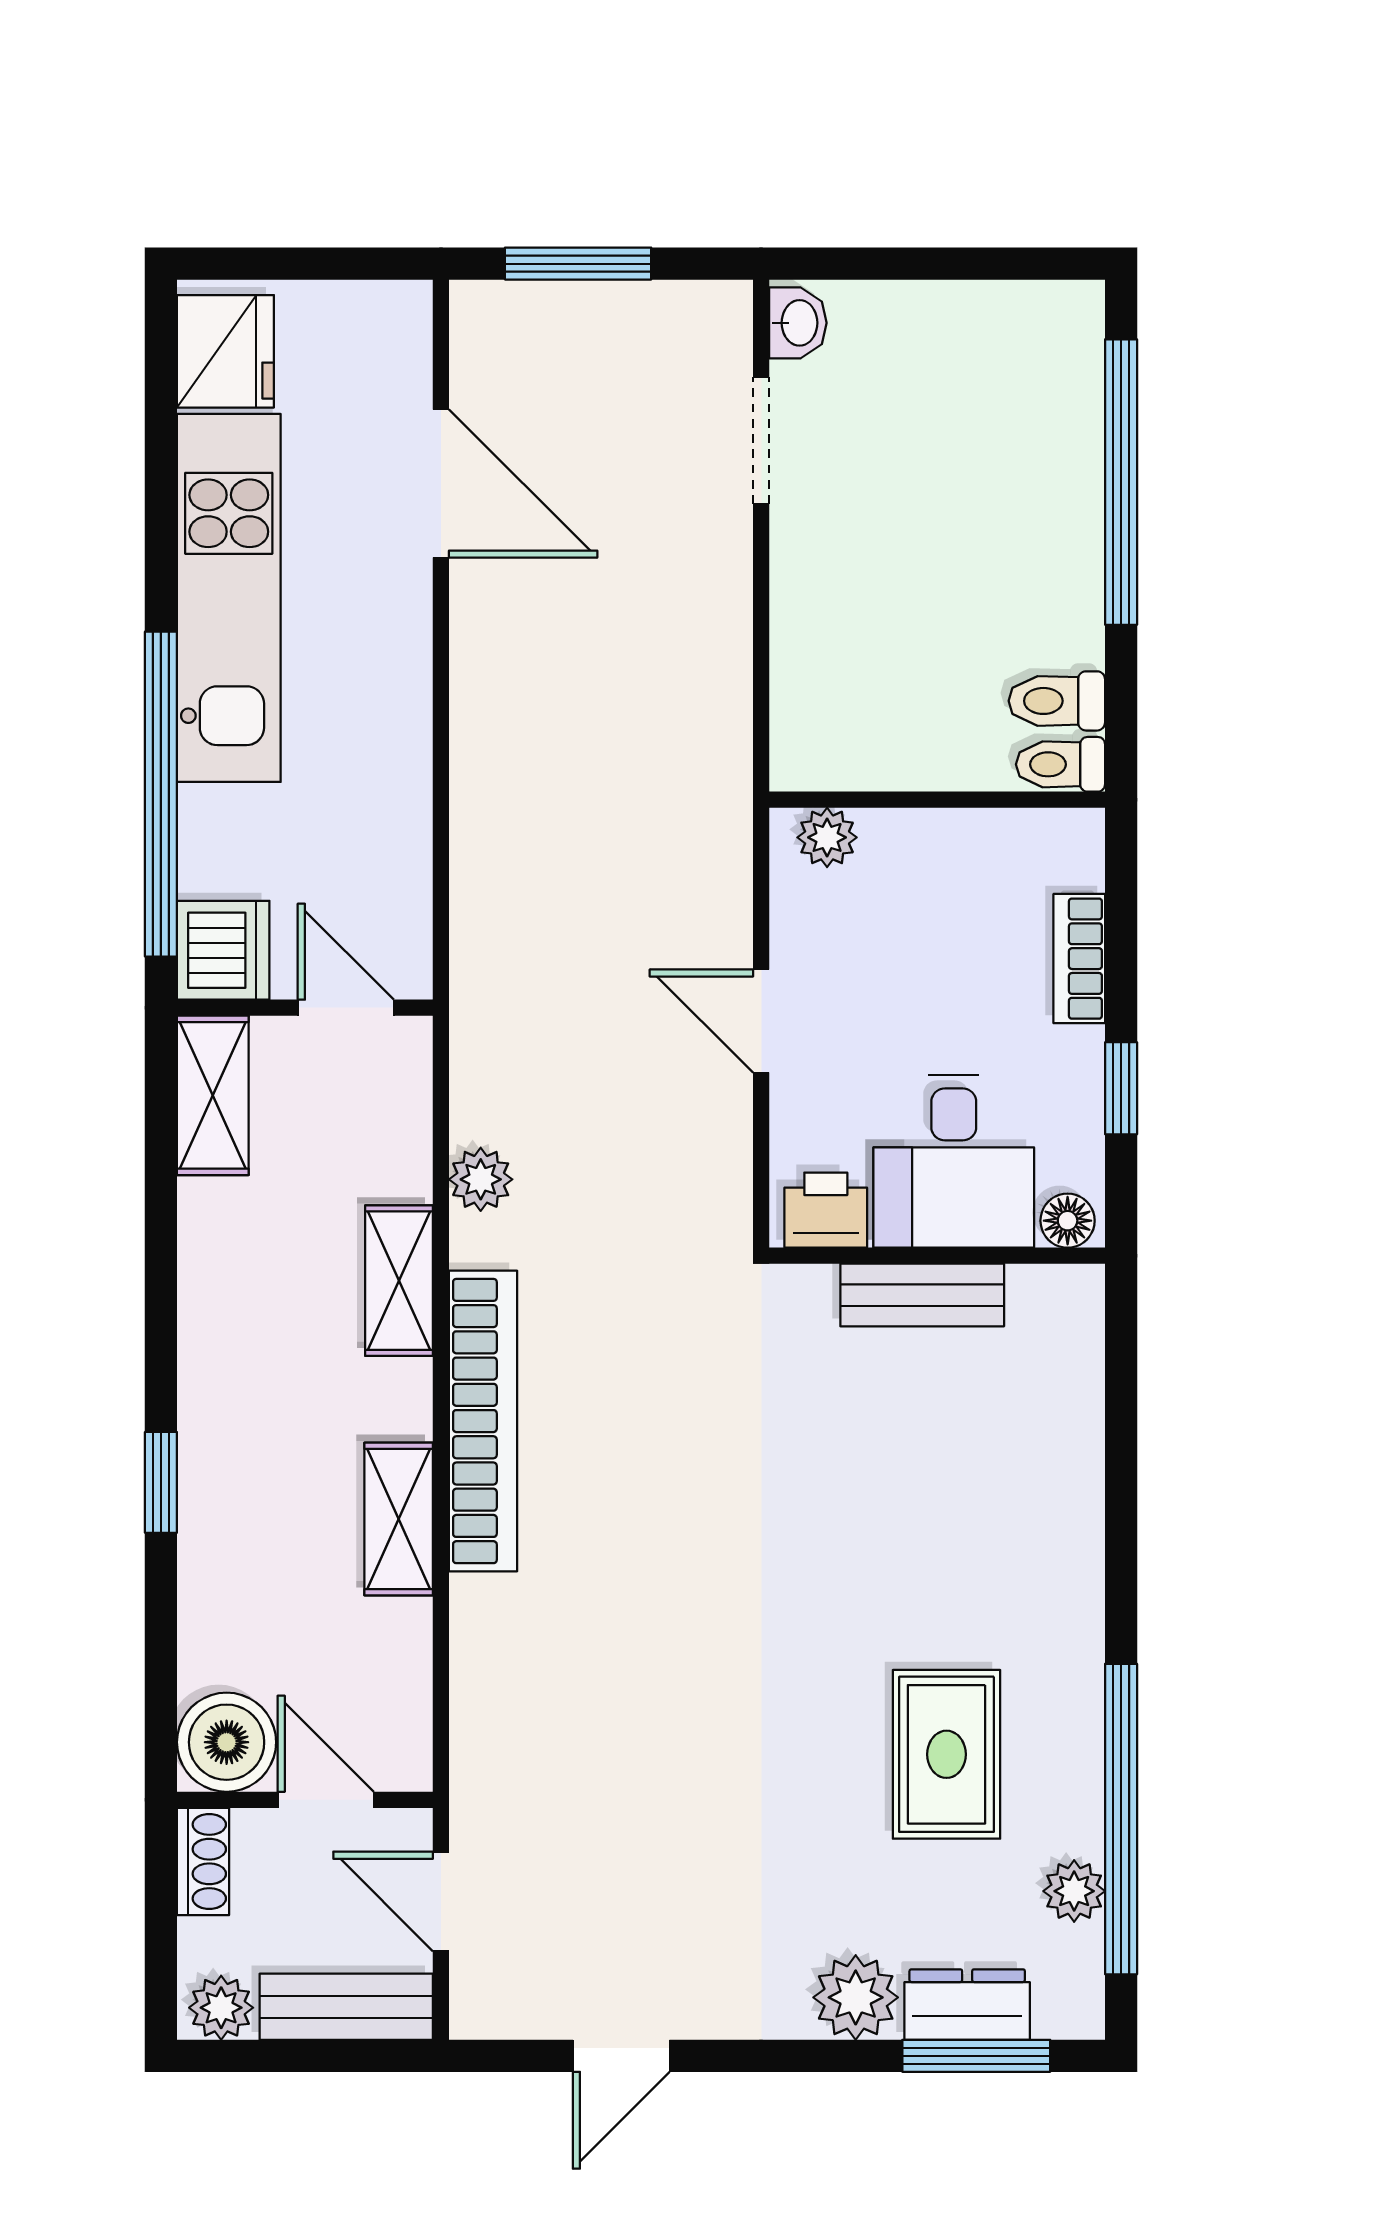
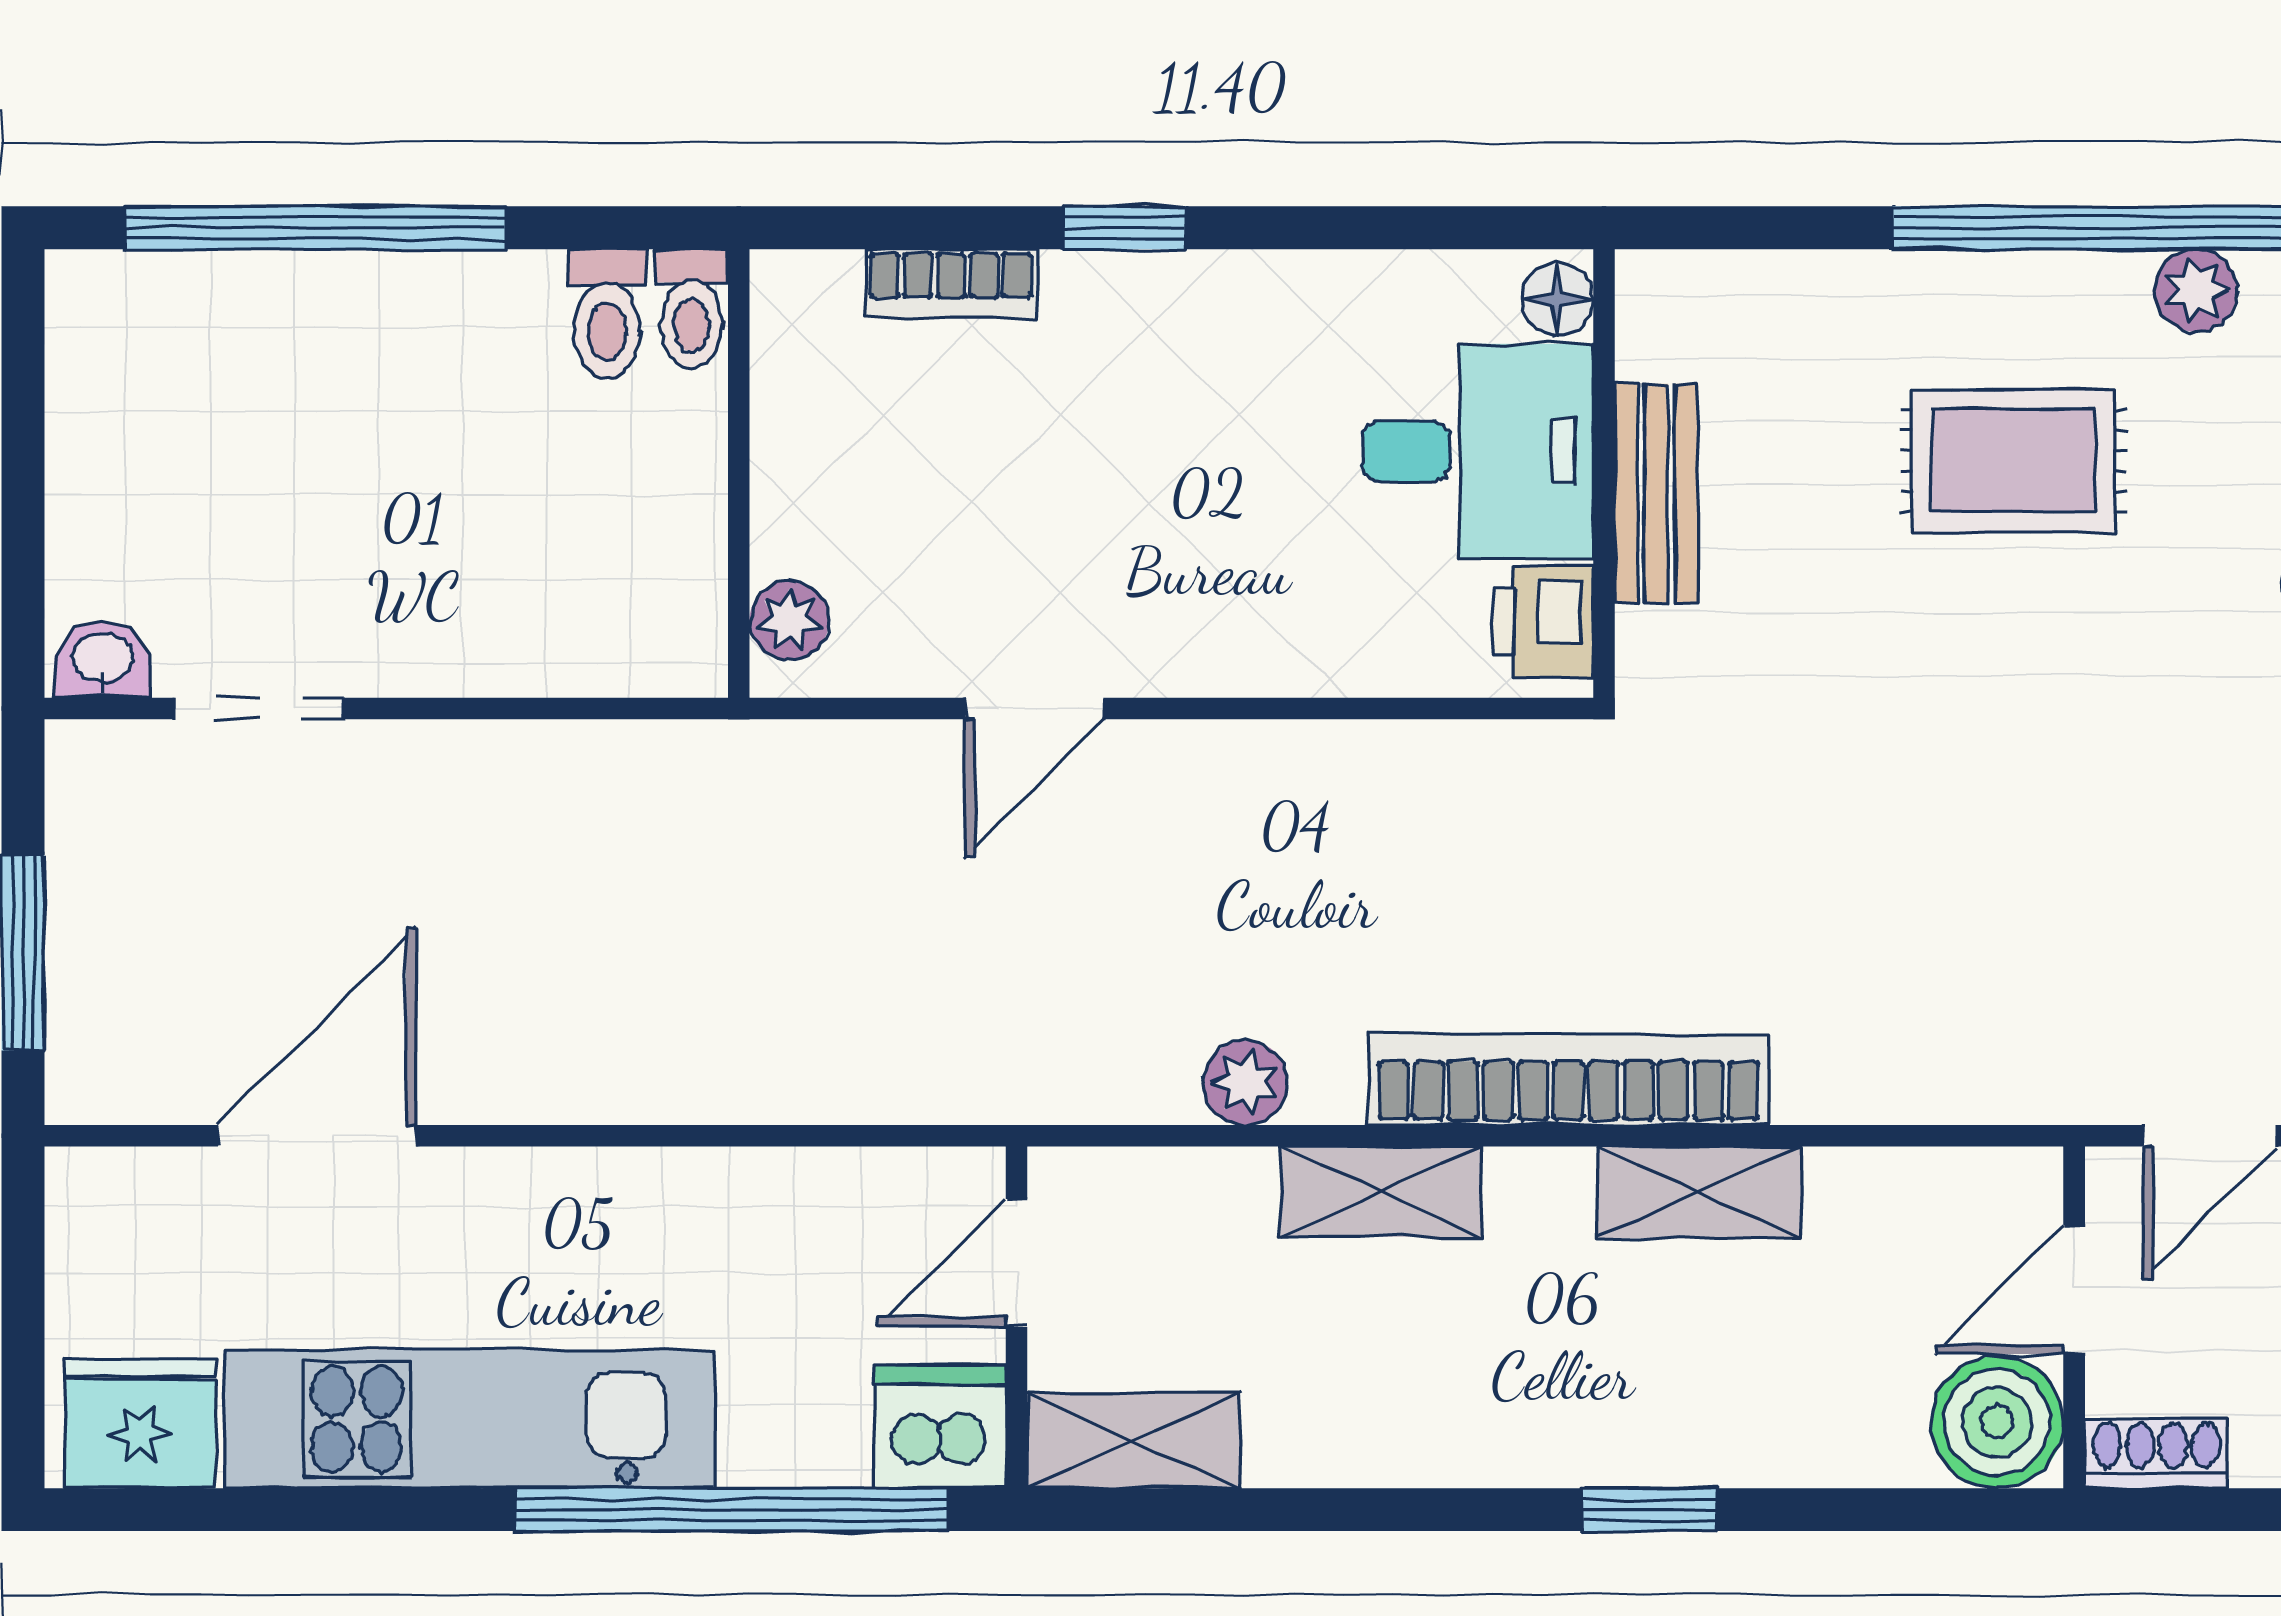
desk: (954, 1161) -> (1478, 451), moved
printer: (826, 1210) -> (1543, 622), moved
floor lamp: (1068, 1221) -> (1557, 299), moved
wall: (937, 1256) -> (1604, 473), moved
bench: (922, 1295) -> (1656, 493), moved

